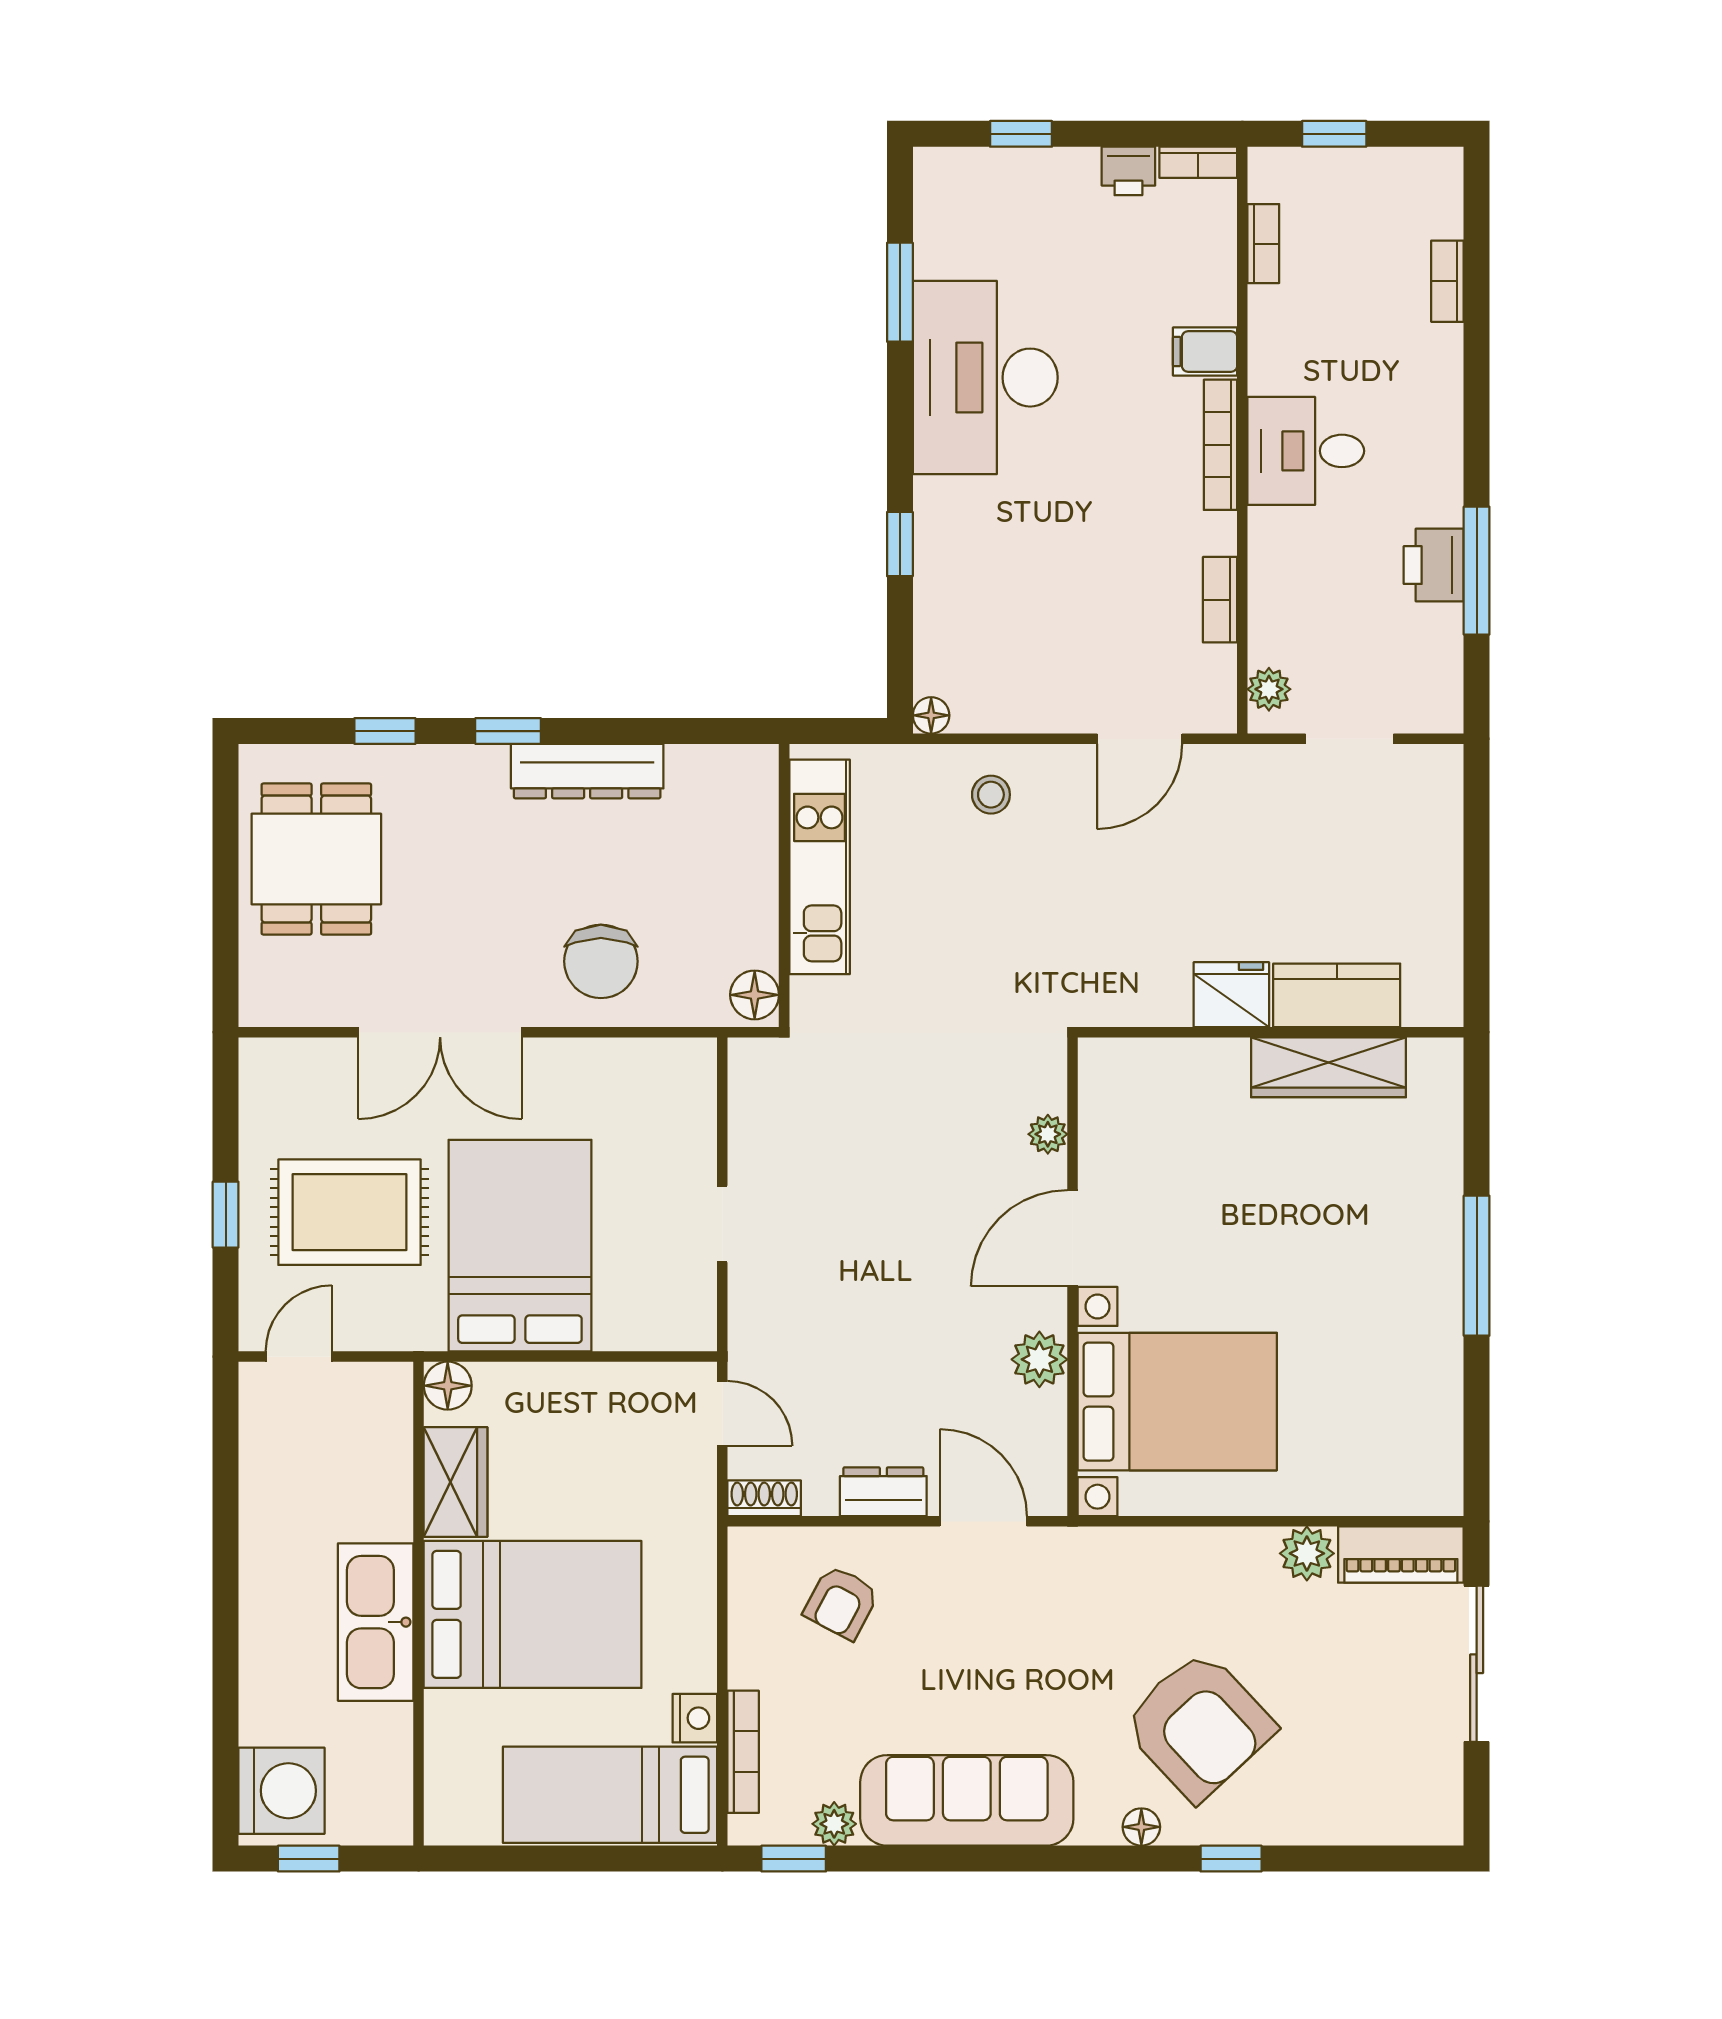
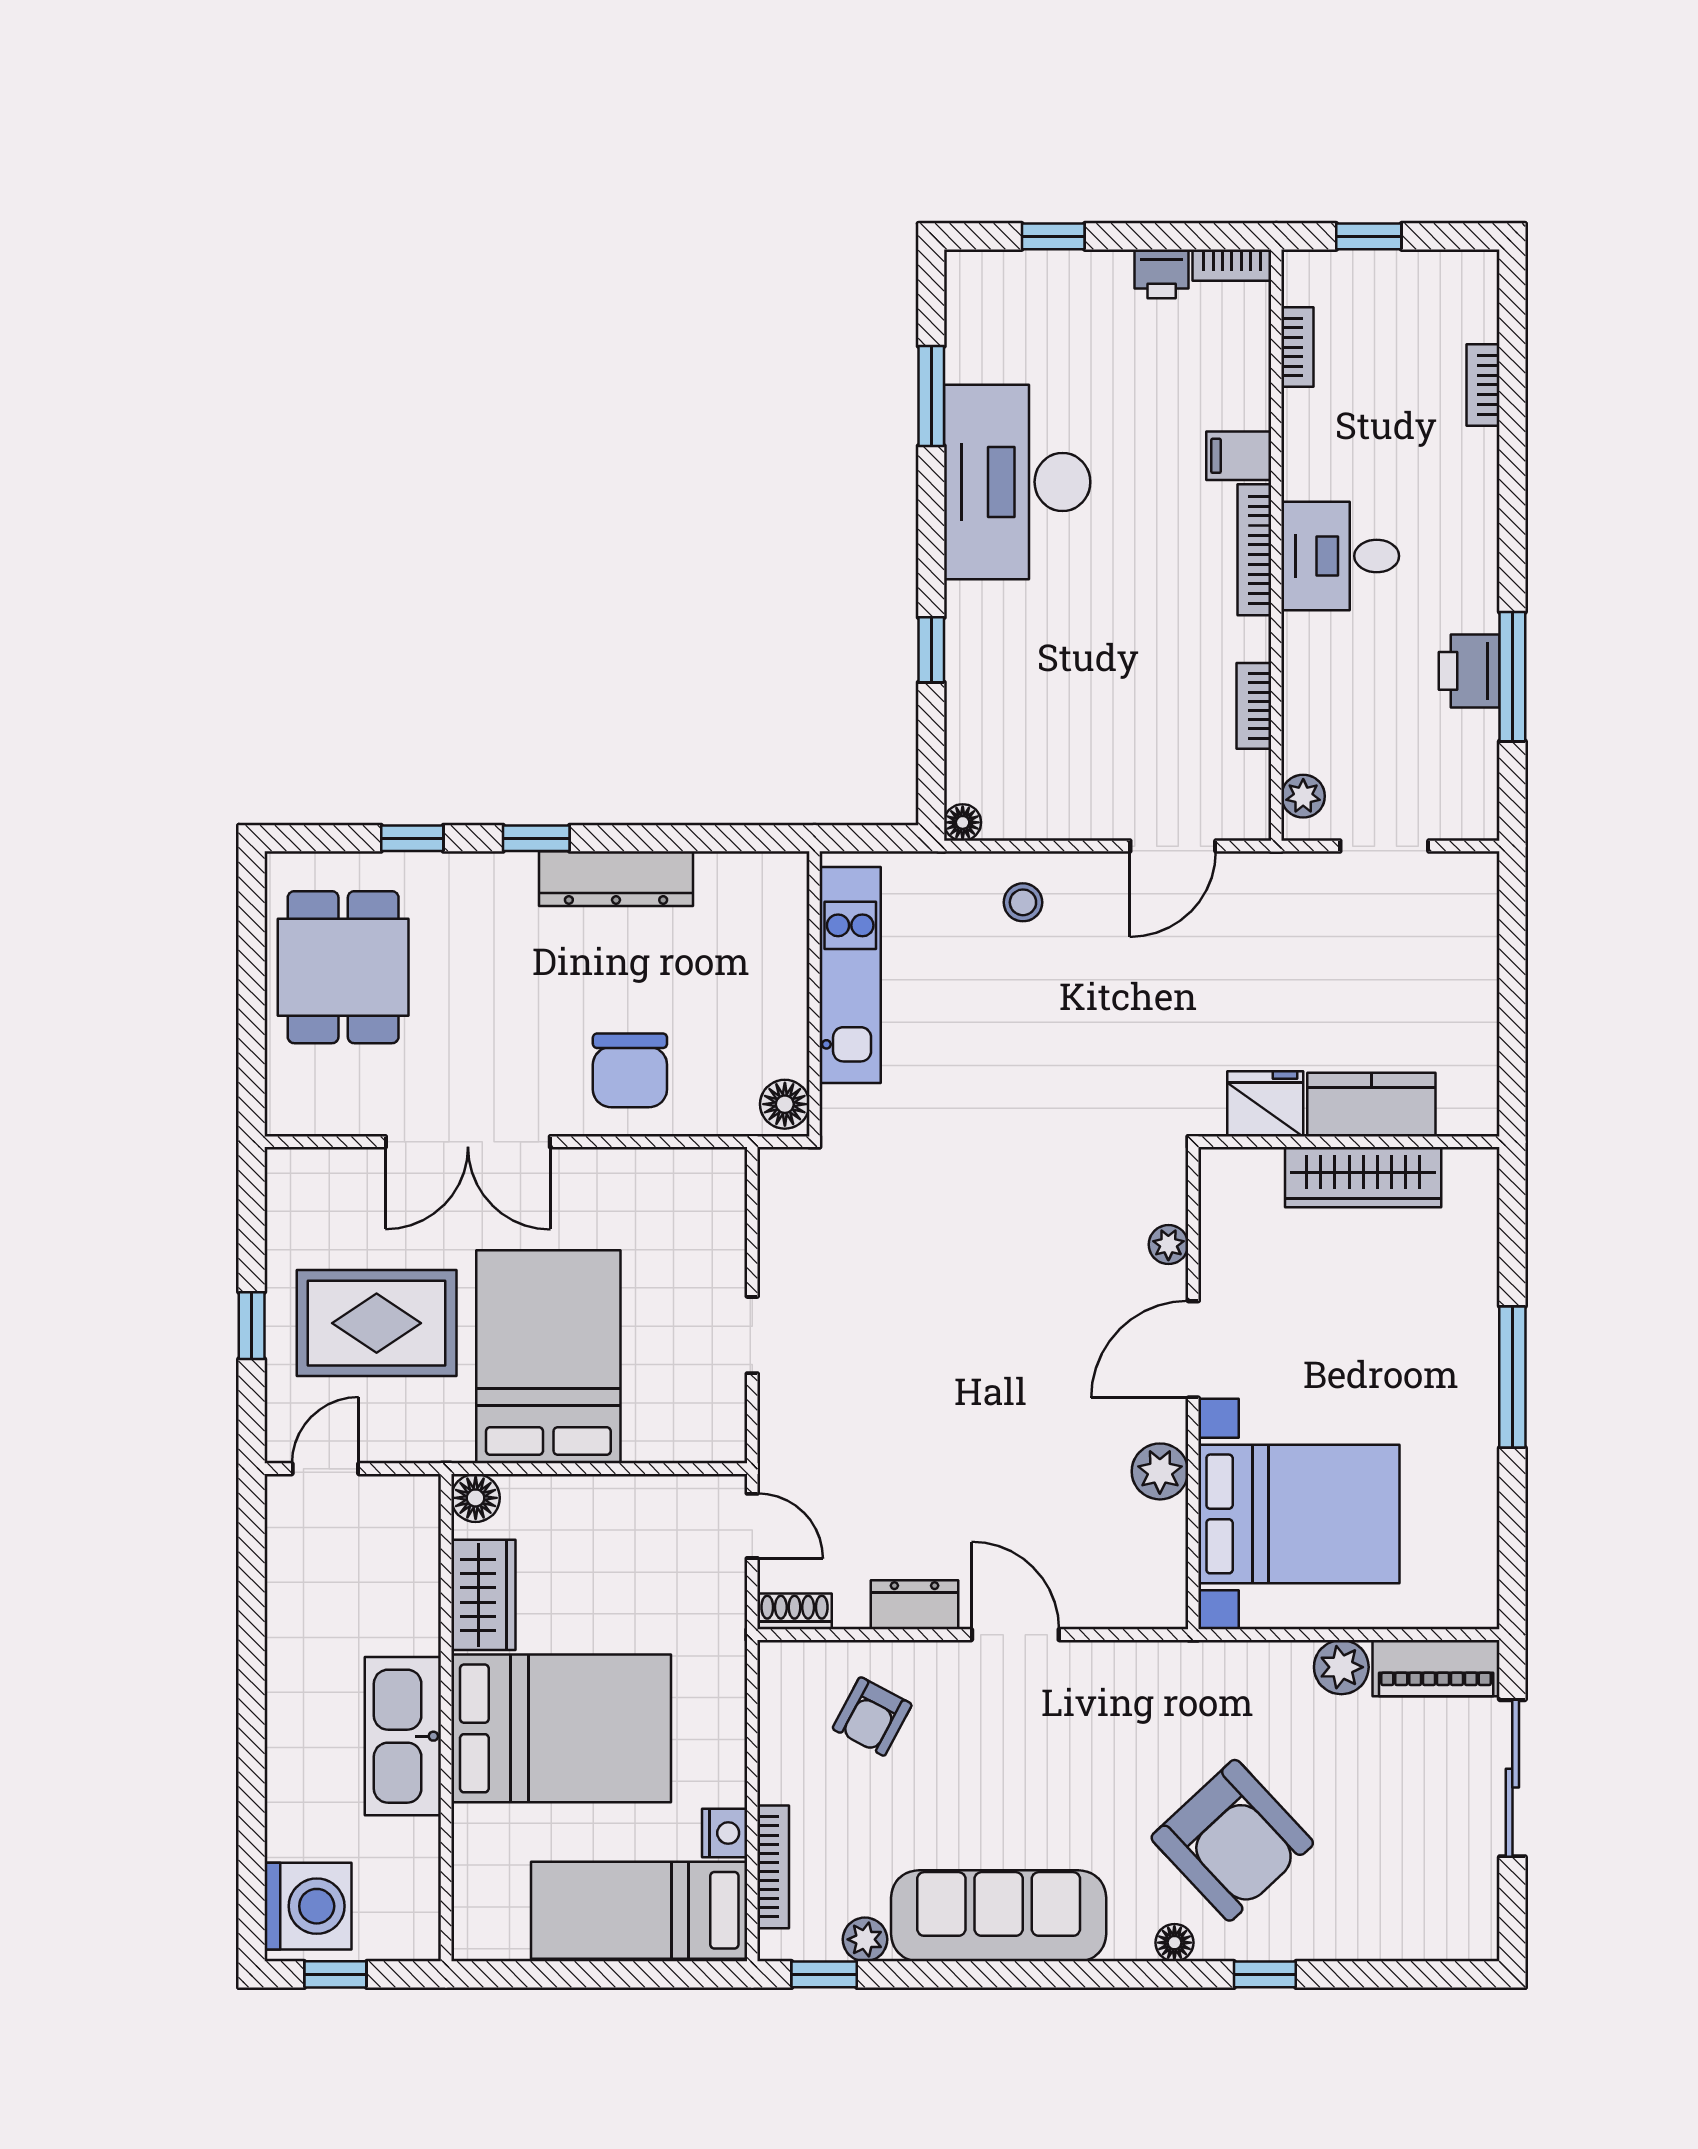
plant: (1048, 1134) -> (1168, 1245), moved
door: (1072, 1238) -> (1193, 1349), moved
wall: (1072, 1277) -> (1193, 1388), moved
plant: (1039, 1359) -> (1160, 1471), moved
bed with nightstands: (1177, 1402) -> (1299, 1514), moved

